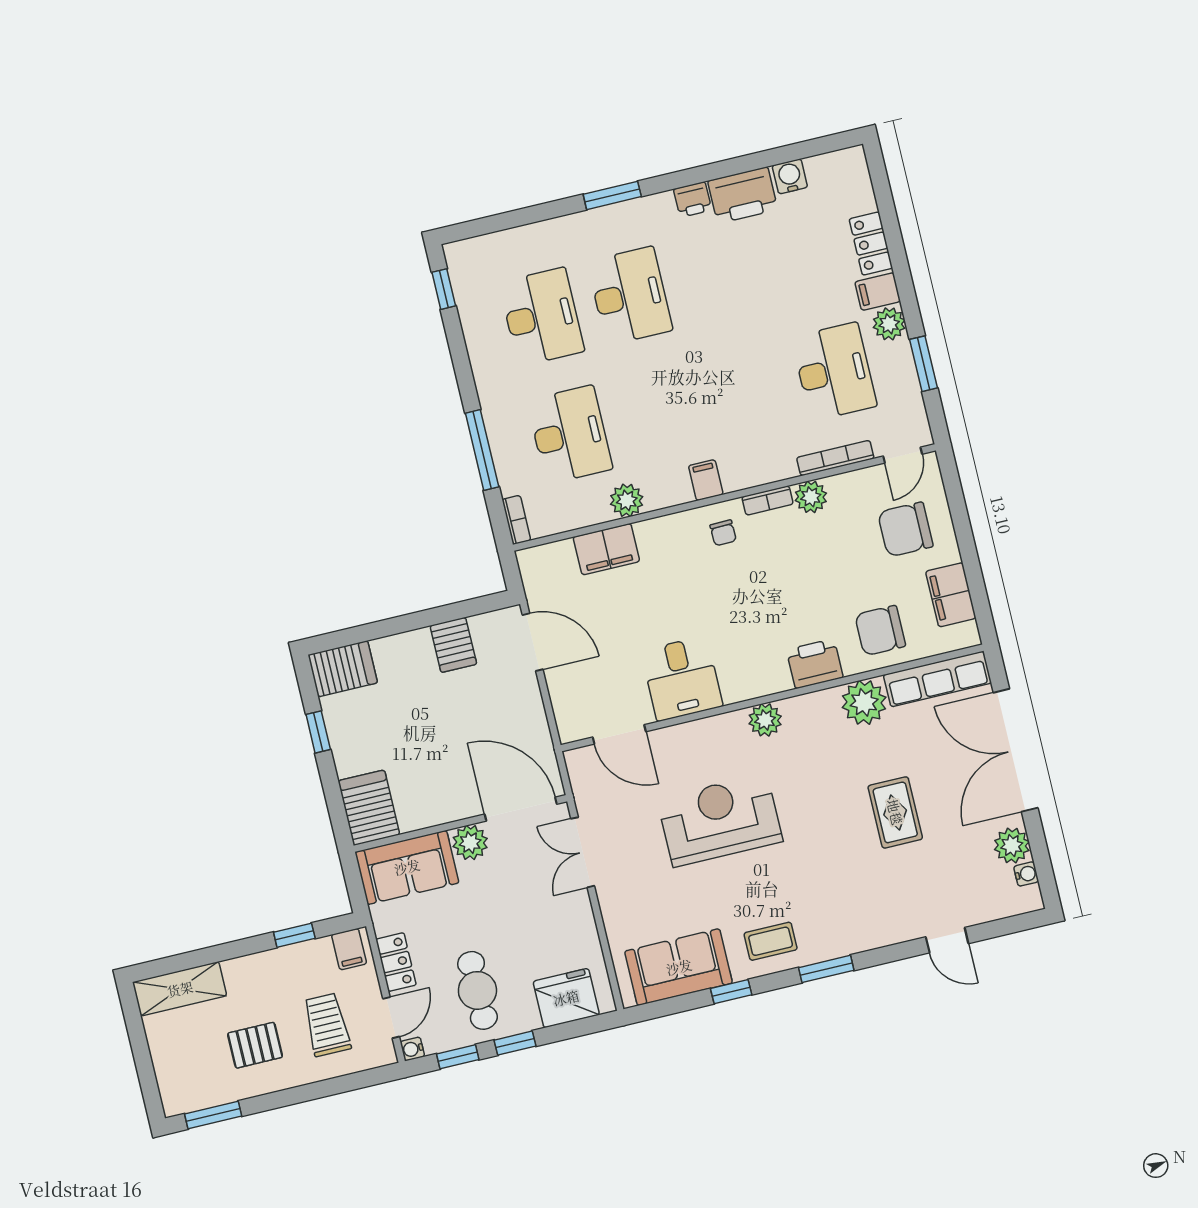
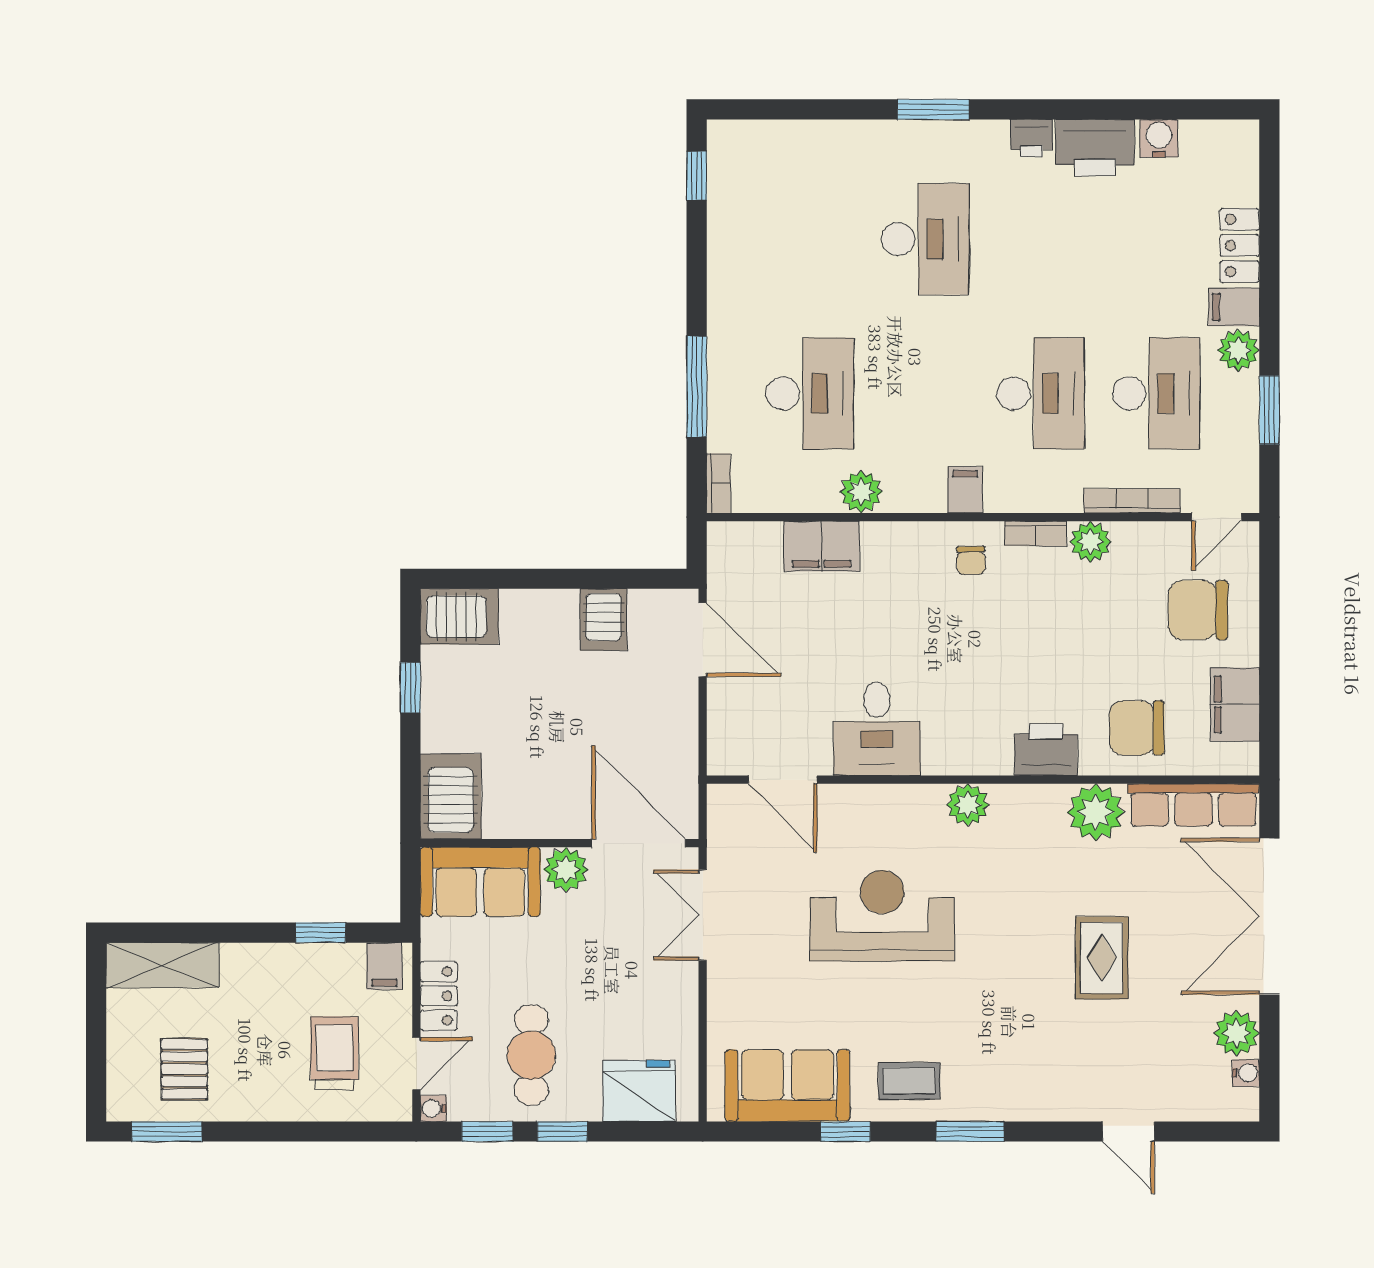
desk: (542, 317) -> (1041, 393), moved
pallet: (255, 1045) -> (184, 1069), moved, turned 90

